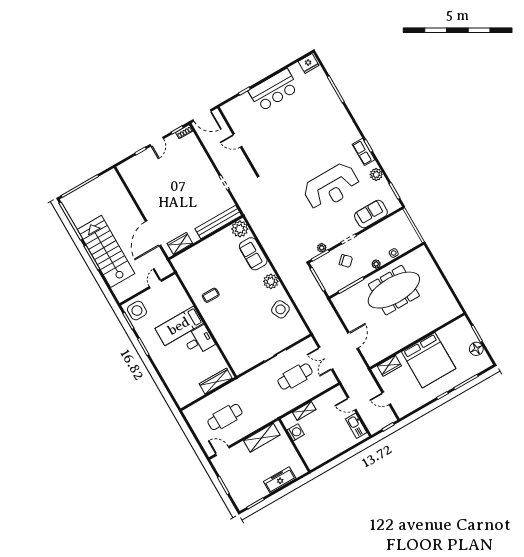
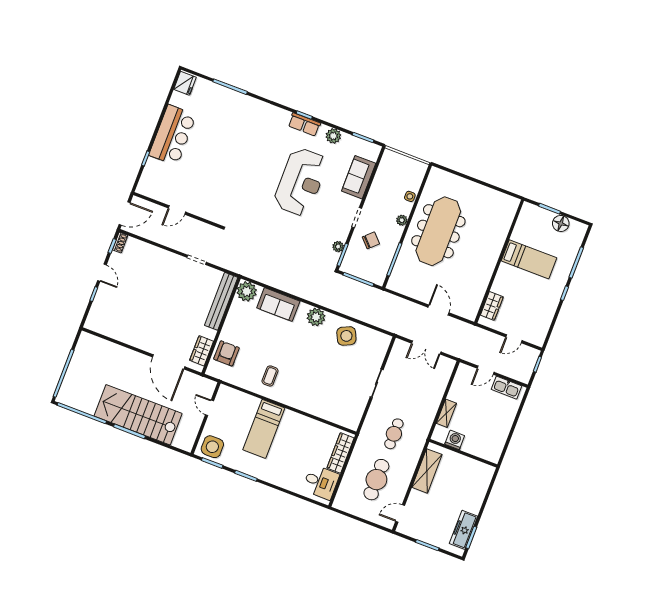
armchair: (195, 258) -> (226, 353), added
desk: (199, 341) -> (321, 482), moved, turned 90
bed: (429, 360) -> (529, 259), width x0.49
cafe table: (295, 377) -> (394, 434), moved, width x0.73, depth x0.74
freezer: (280, 480) -> (463, 530), moved

